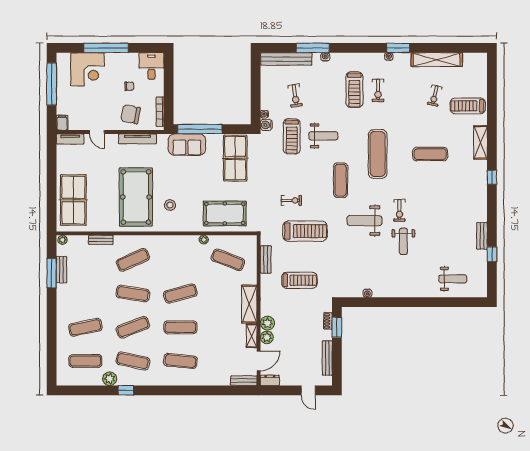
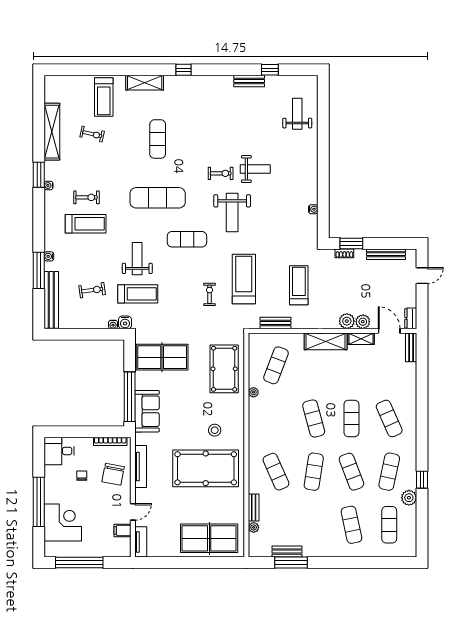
filing cabinet: (62, 123) -> (122, 530), moved
plant: (62, 240) -> (254, 527), moved
exercise mat: (180, 361) -> (389, 418), turned -30

